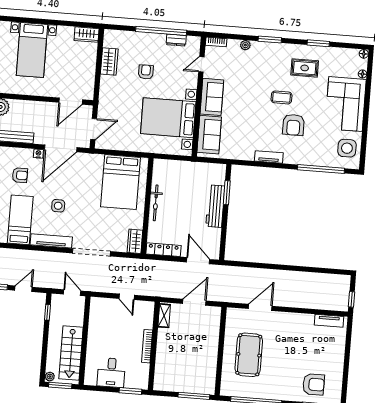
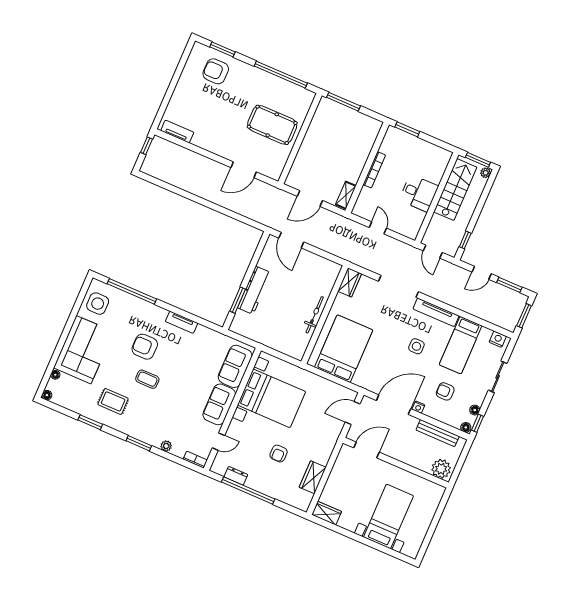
armchair: (293, 125) -> (145, 347), turned -90
locker: (163, 250) -> (323, 264), removed
pool table: (249, 355) -> (272, 125), turned 90
desk: (111, 373) -> (419, 193), moved, turned 90

